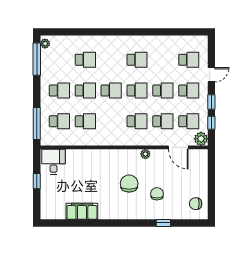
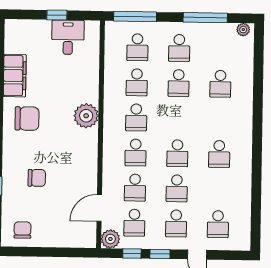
window: (37, 59) -> (205, 18), moved
school desk: (111, 91) -> (136, 117), moved
plant: (145, 154) -> (86, 116), moved, width x1.87, depth x1.87
desk: (53, 162) -> (68, 37), moved, turned -90
chair: (129, 184) -> (27, 119), moved

